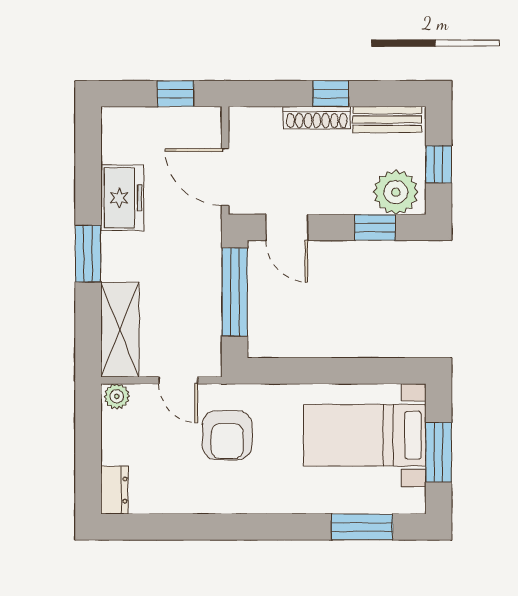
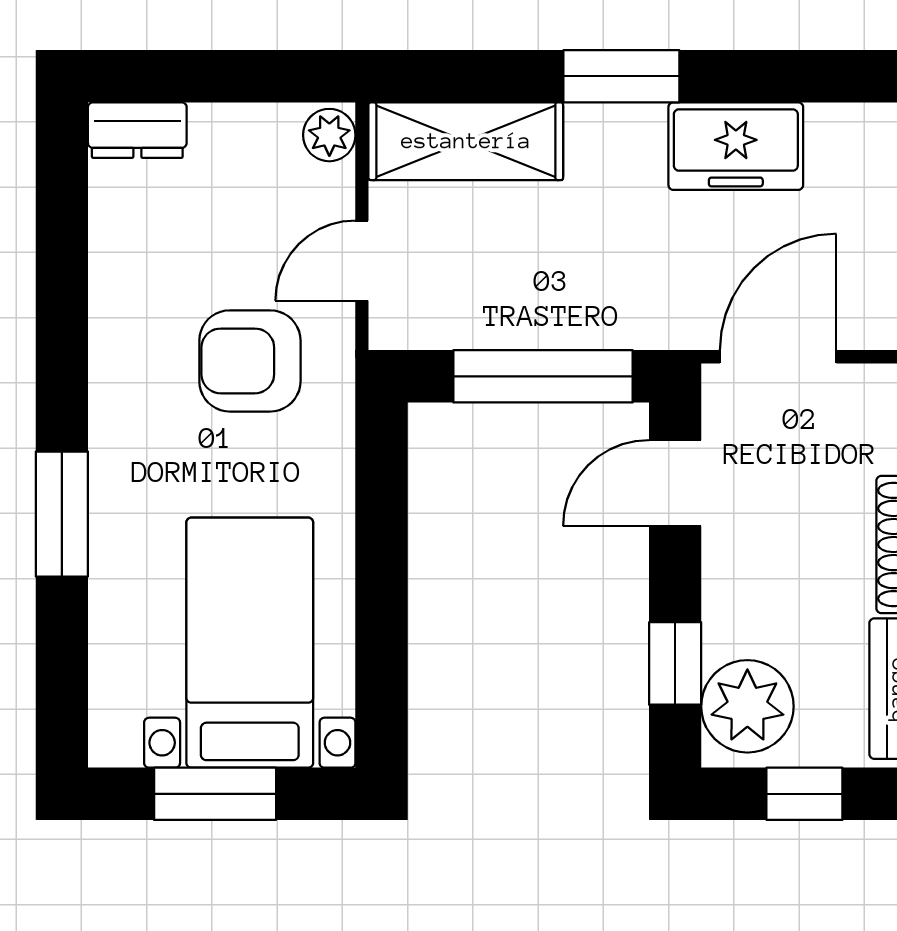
window: (362, 527) -> (62, 514), moved

